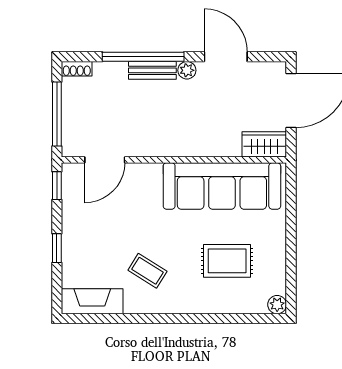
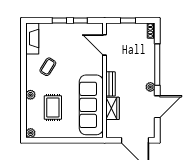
bench: (152, 70) -> (111, 84), moved
window: (57, 114) -> (128, 20), width x0.46
wardrobe: (264, 144) -> (112, 108), moved
window: (57, 186) -> (80, 20), moved
plant: (202, 305) -> (30, 95), added

